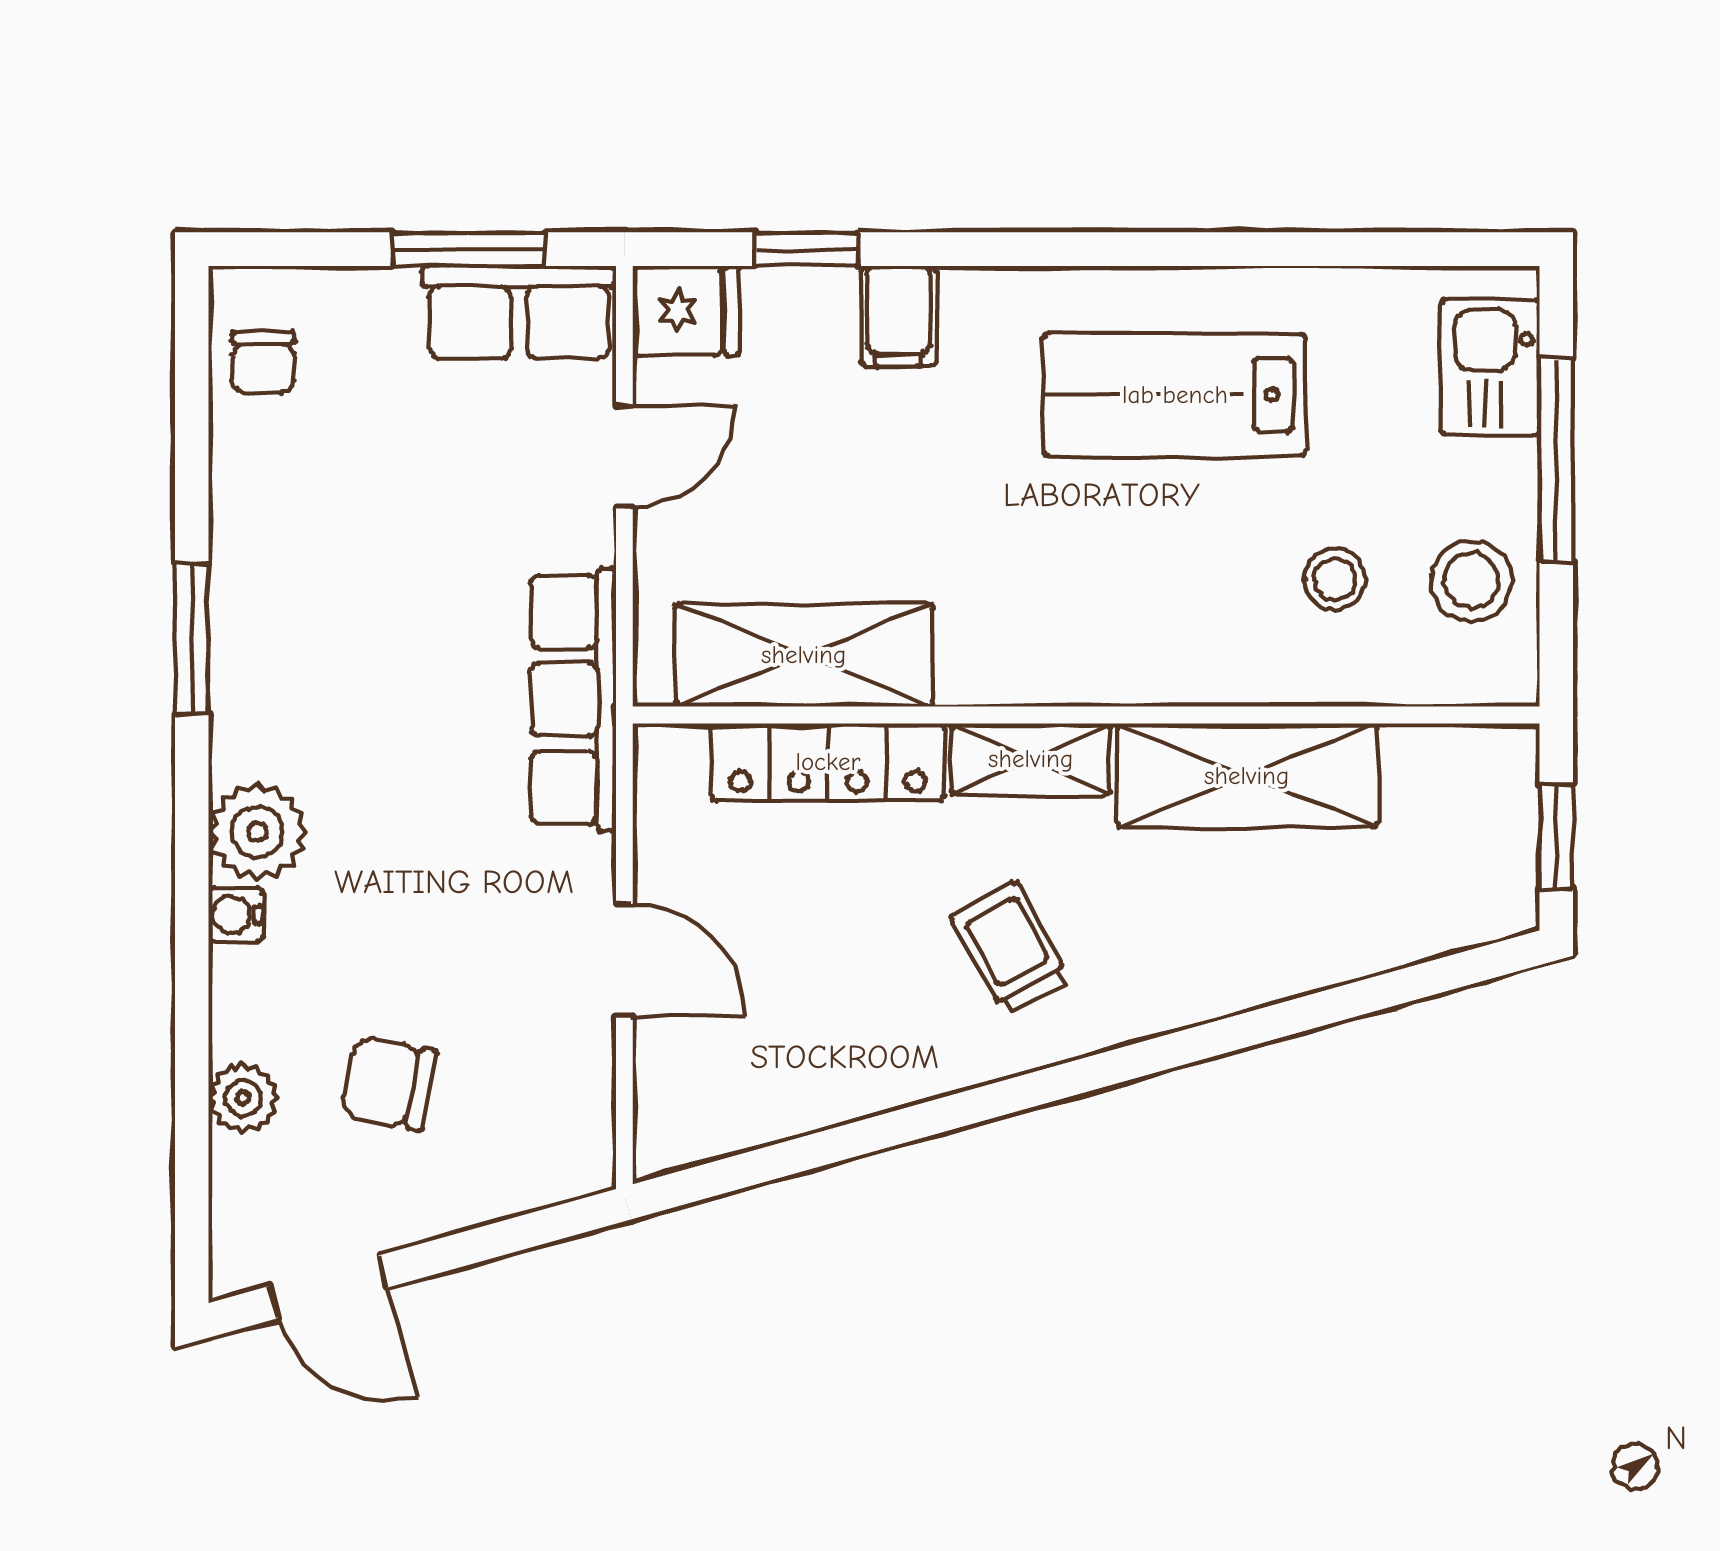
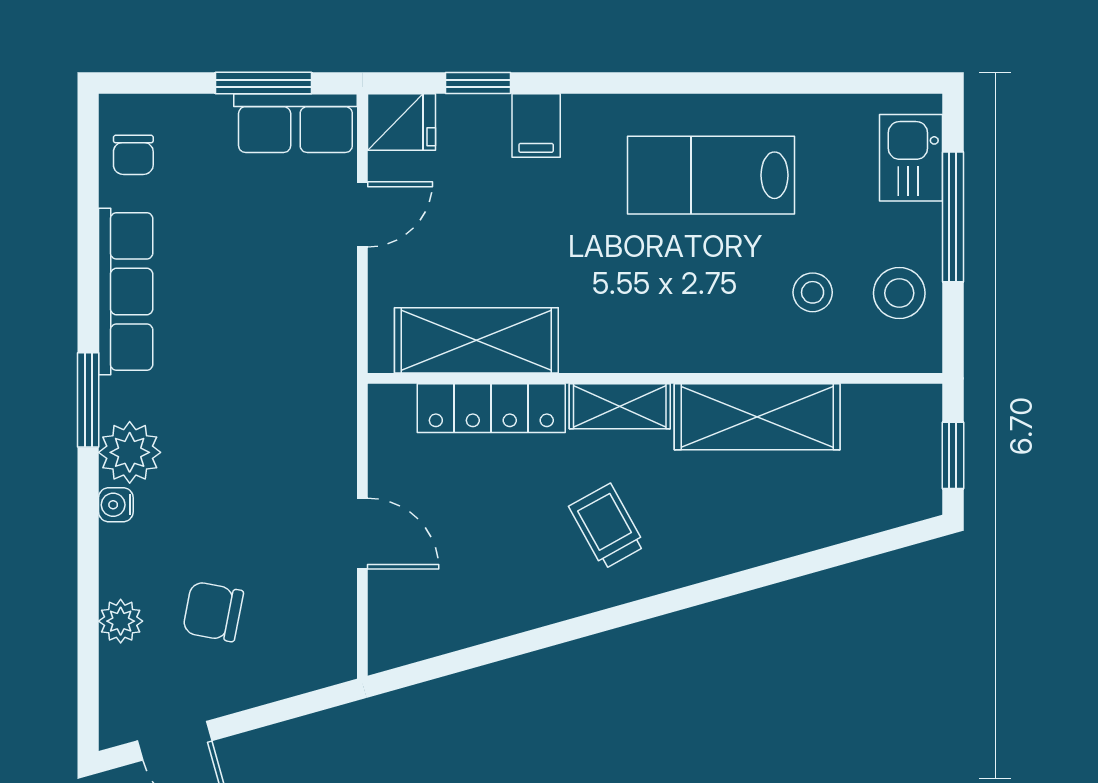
window: (192, 638) -> (88, 400), moved
row of seats: (573, 700) -> (126, 291), moved, turned 180

